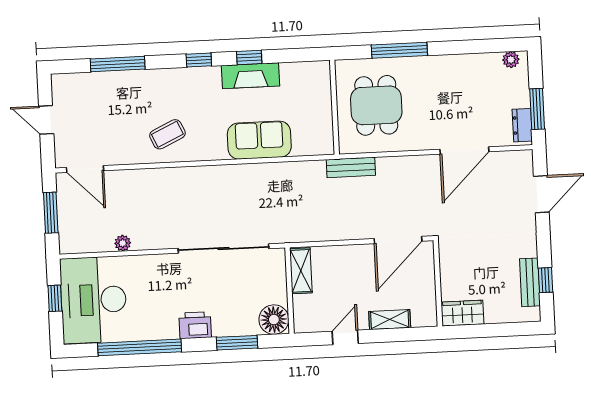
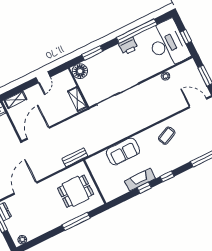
dining table: (376, 105) -> (76, 191), turned 90
shelving: (390, 320) -> (15, 100), moved
printer: (195, 325) -> (128, 46), moved

